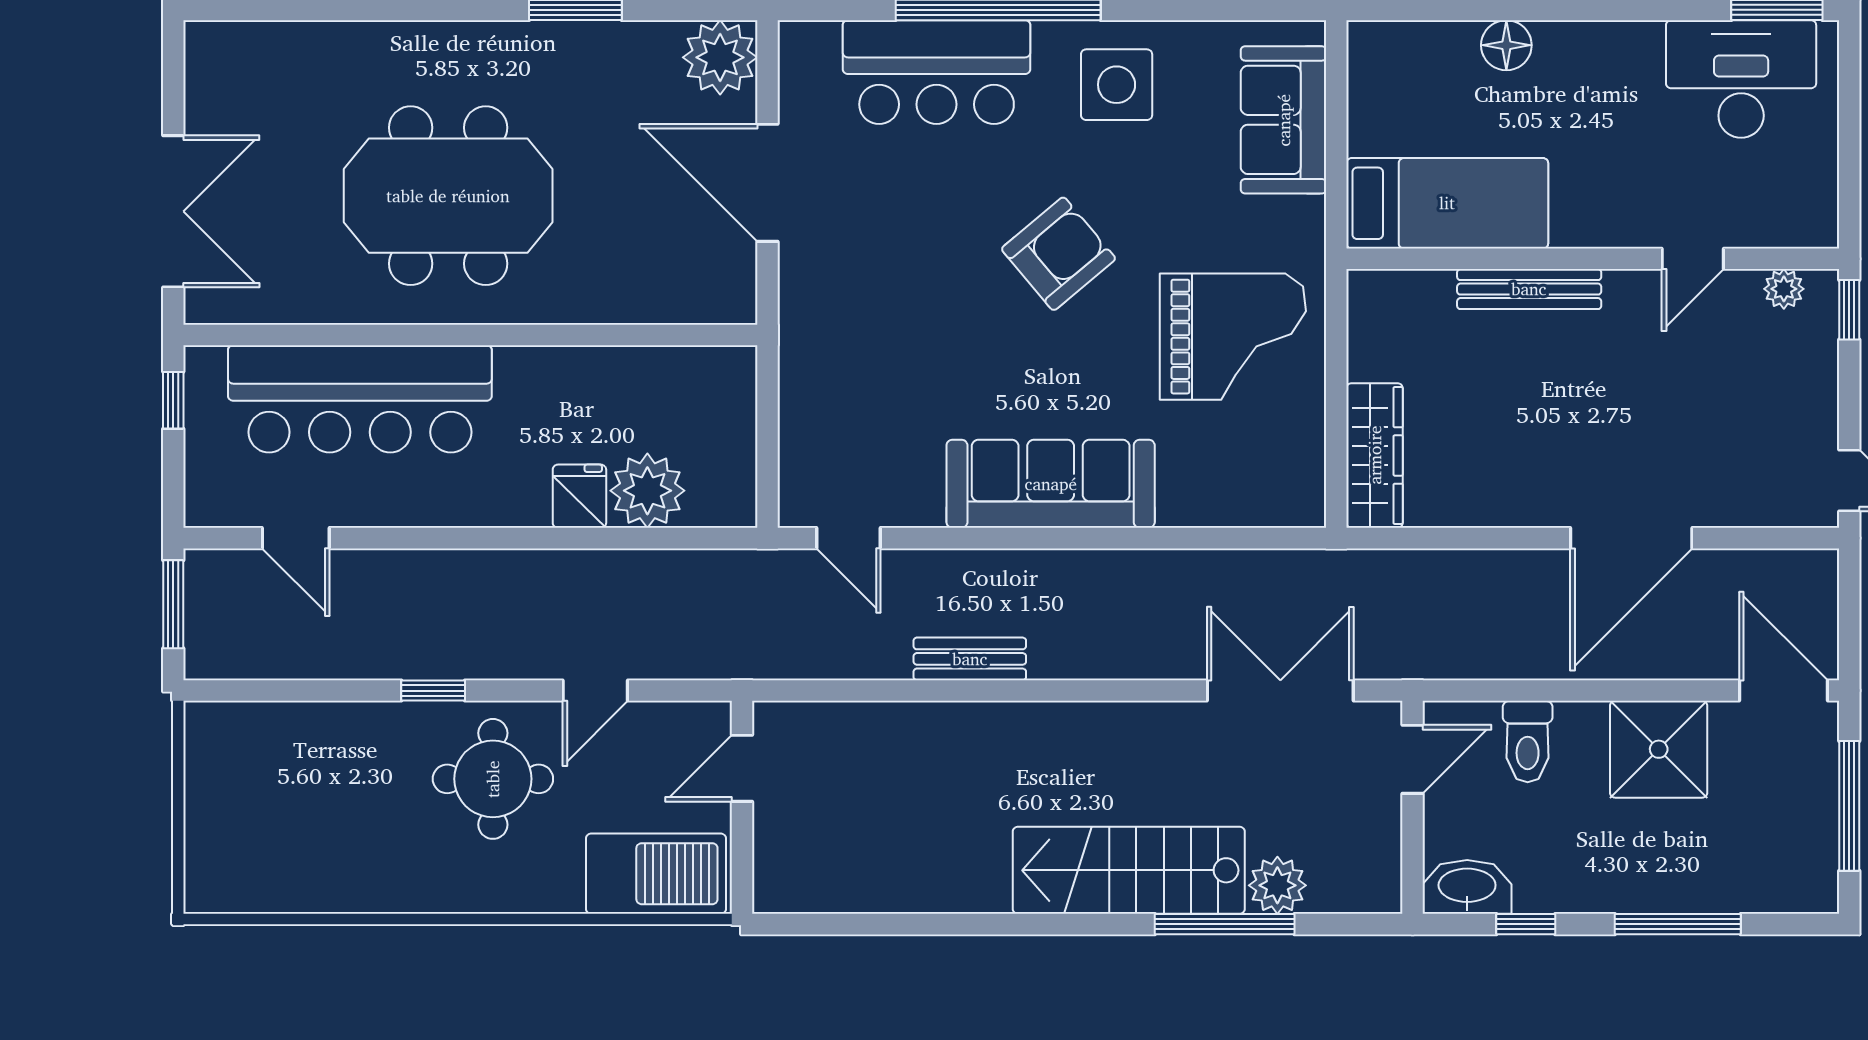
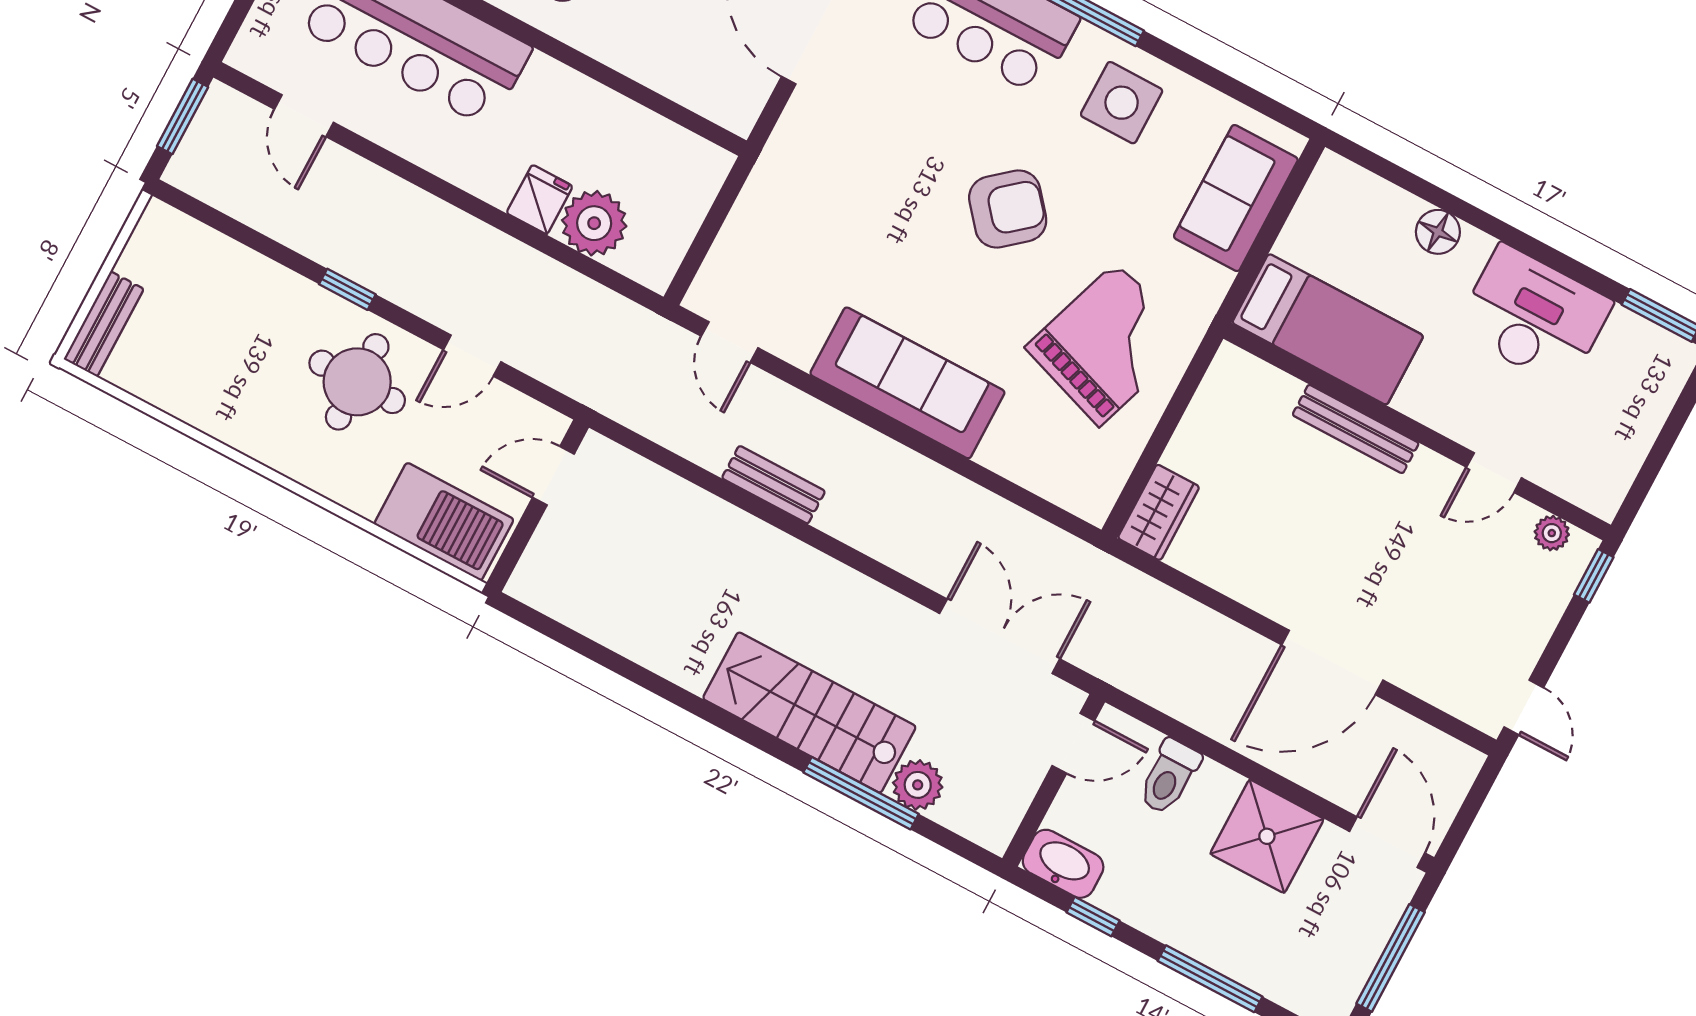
desk: (1741, 79) -> (1534, 316), moved
grand piano: (1233, 337) -> (1108, 344), turned -71
wardrobe: (1375, 455) -> (1159, 512), width x0.67
bench: (205, 857) -> (104, 324), added

